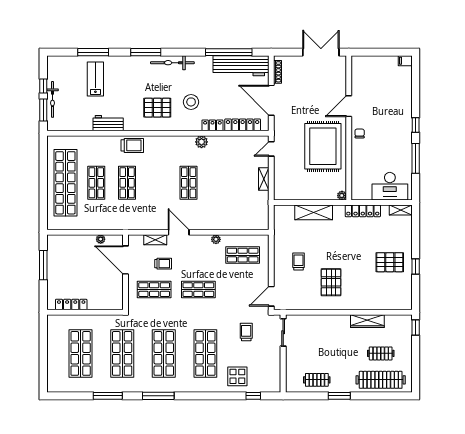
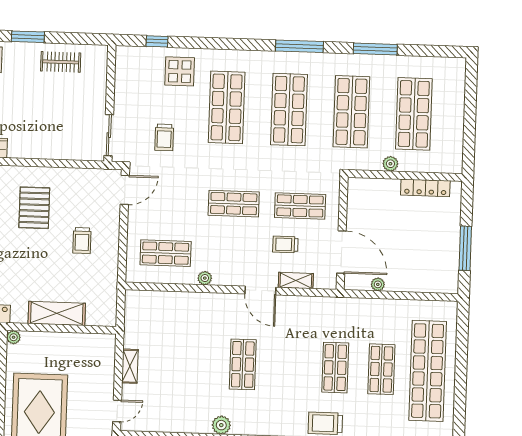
plant: (95, 320) -> (390, 164), added

